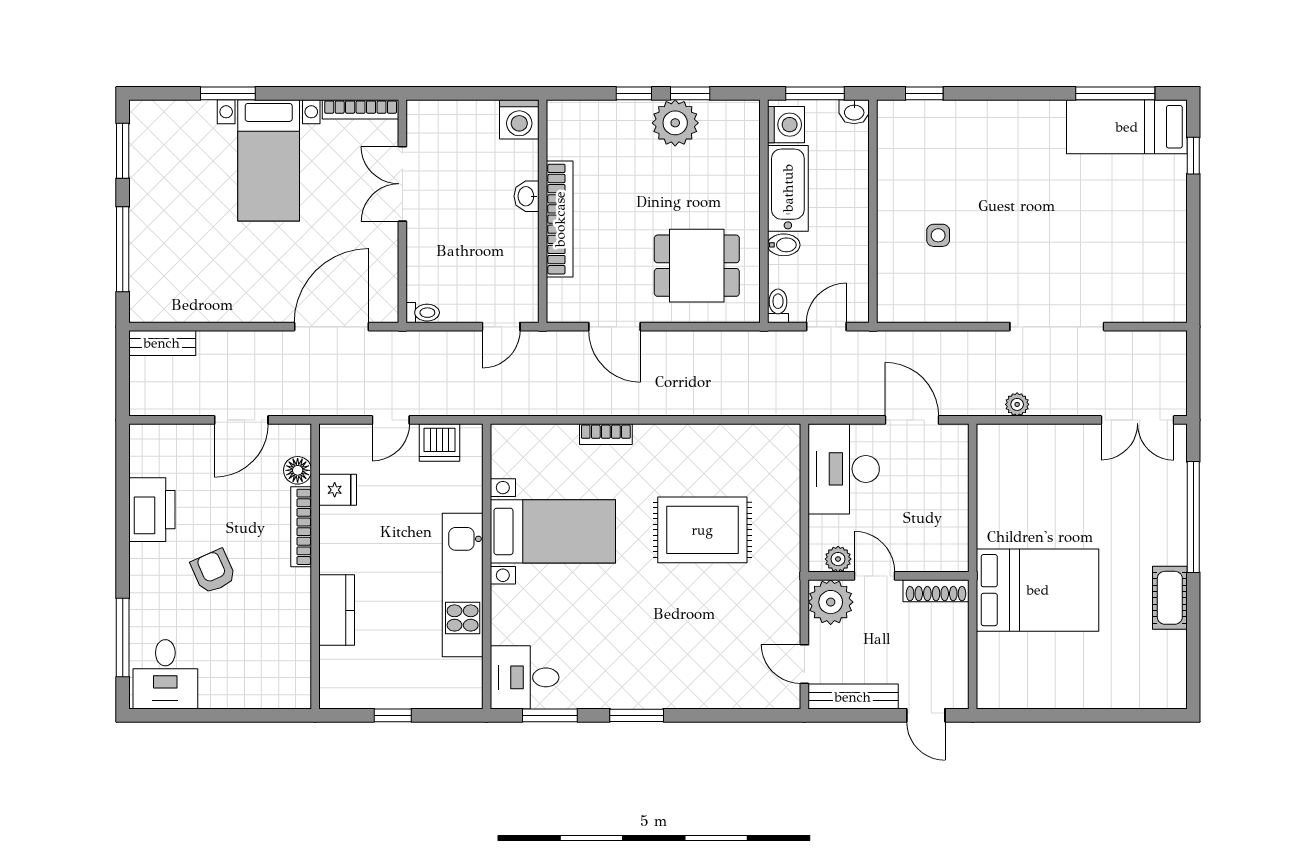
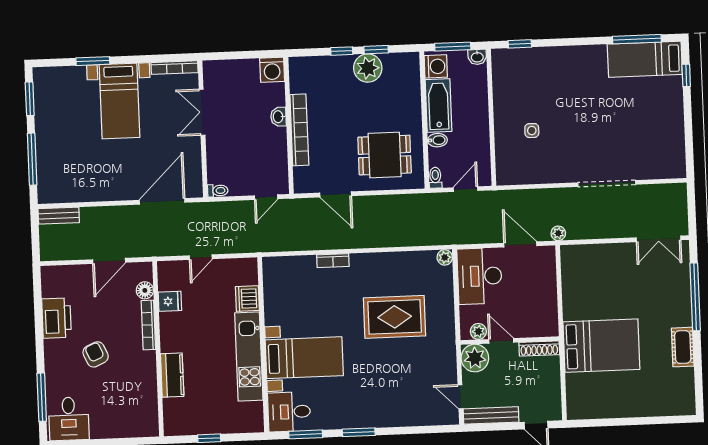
plant: (1017, 404) -> (558, 233), moved
plant: (788, 436) -> (445, 257), added
dishwasher: (439, 443) -> (247, 299), moved, turned 90
bed with nightstands: (553, 531) -> (304, 358), moved

